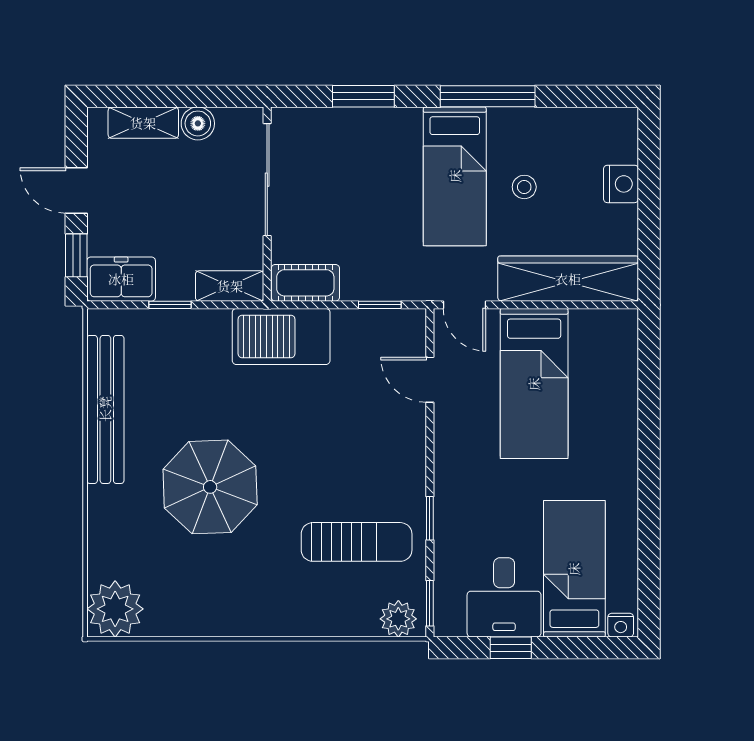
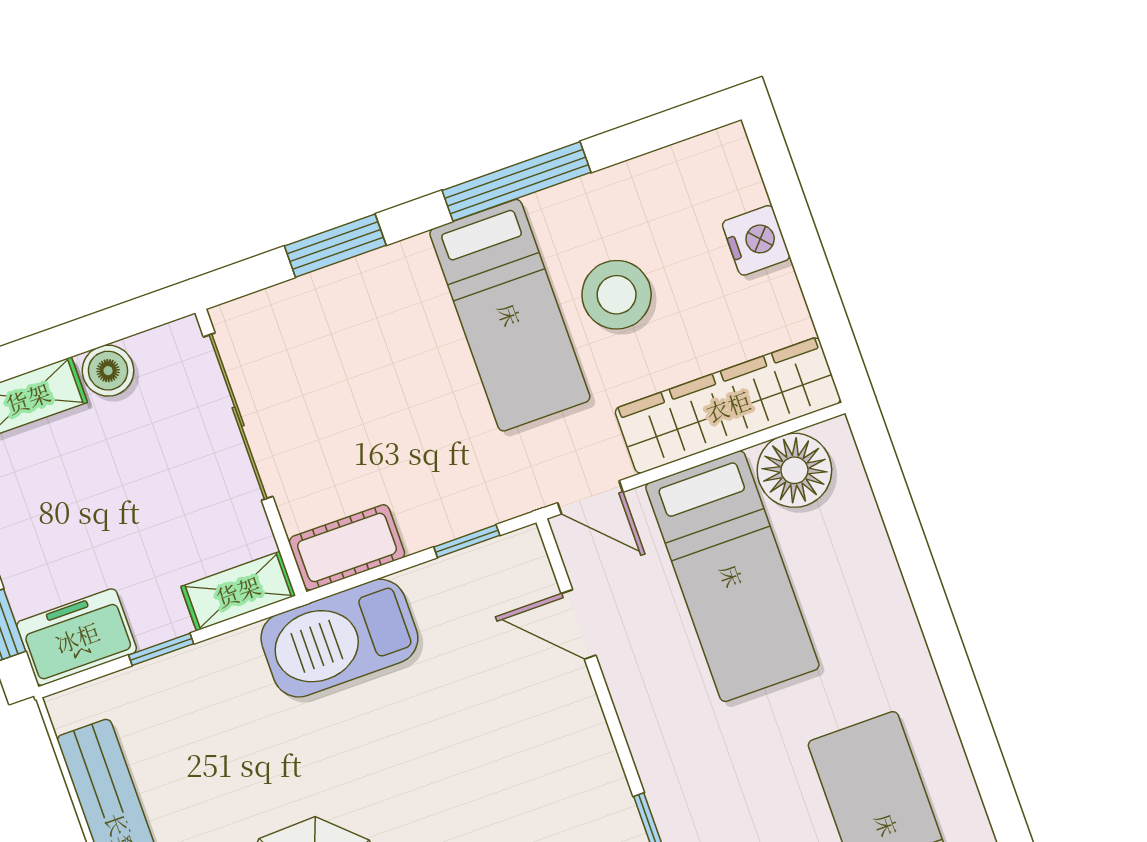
stool: (524, 187) -> (617, 295), width x1.89, depth x1.89
floor lamp: (595, 332) -> (794, 470), added

